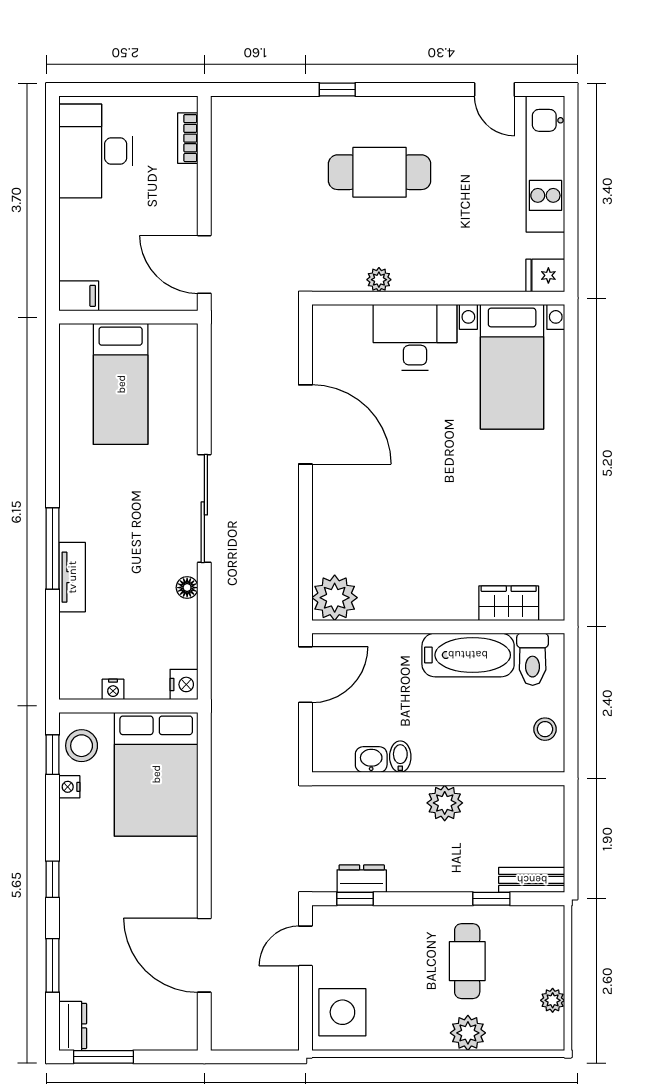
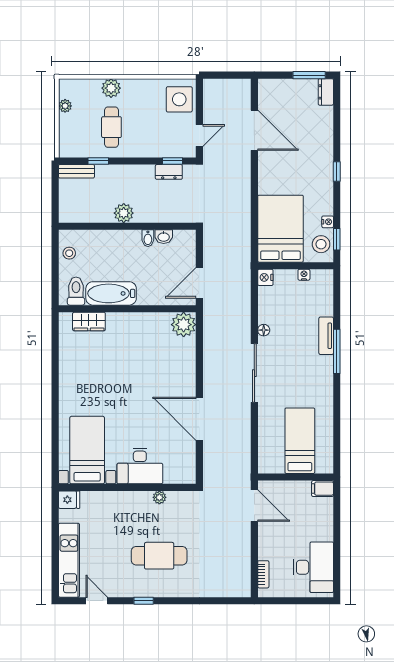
window: (337, 89) -> (144, 601), moved
window: (53, 965) -> (337, 125), removed

